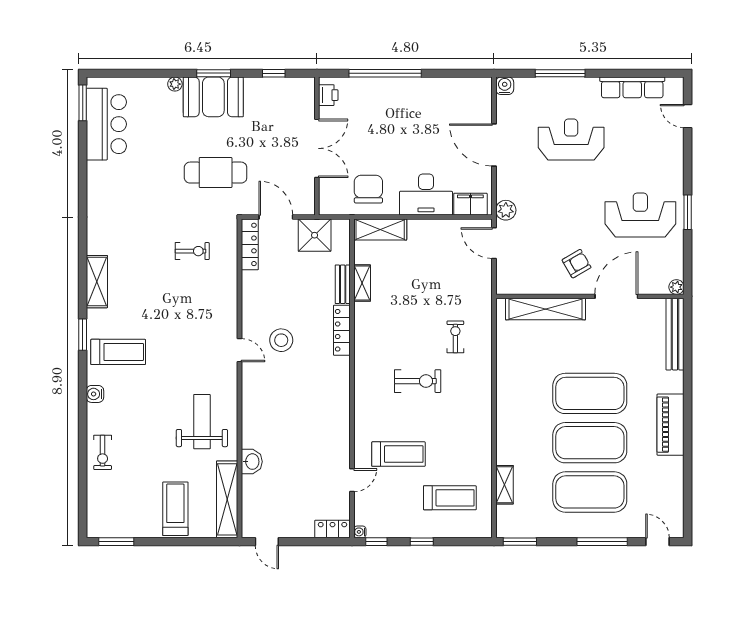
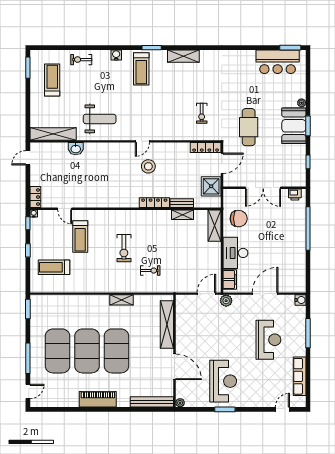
armchair: (577, 264) -> (194, 343), removed
shelving: (504, 485) -> (122, 300), moved
treadmill: (450, 498) -> (54, 267), turned 90
treadmill: (175, 509) -> (52, 80), moved, turned -90

